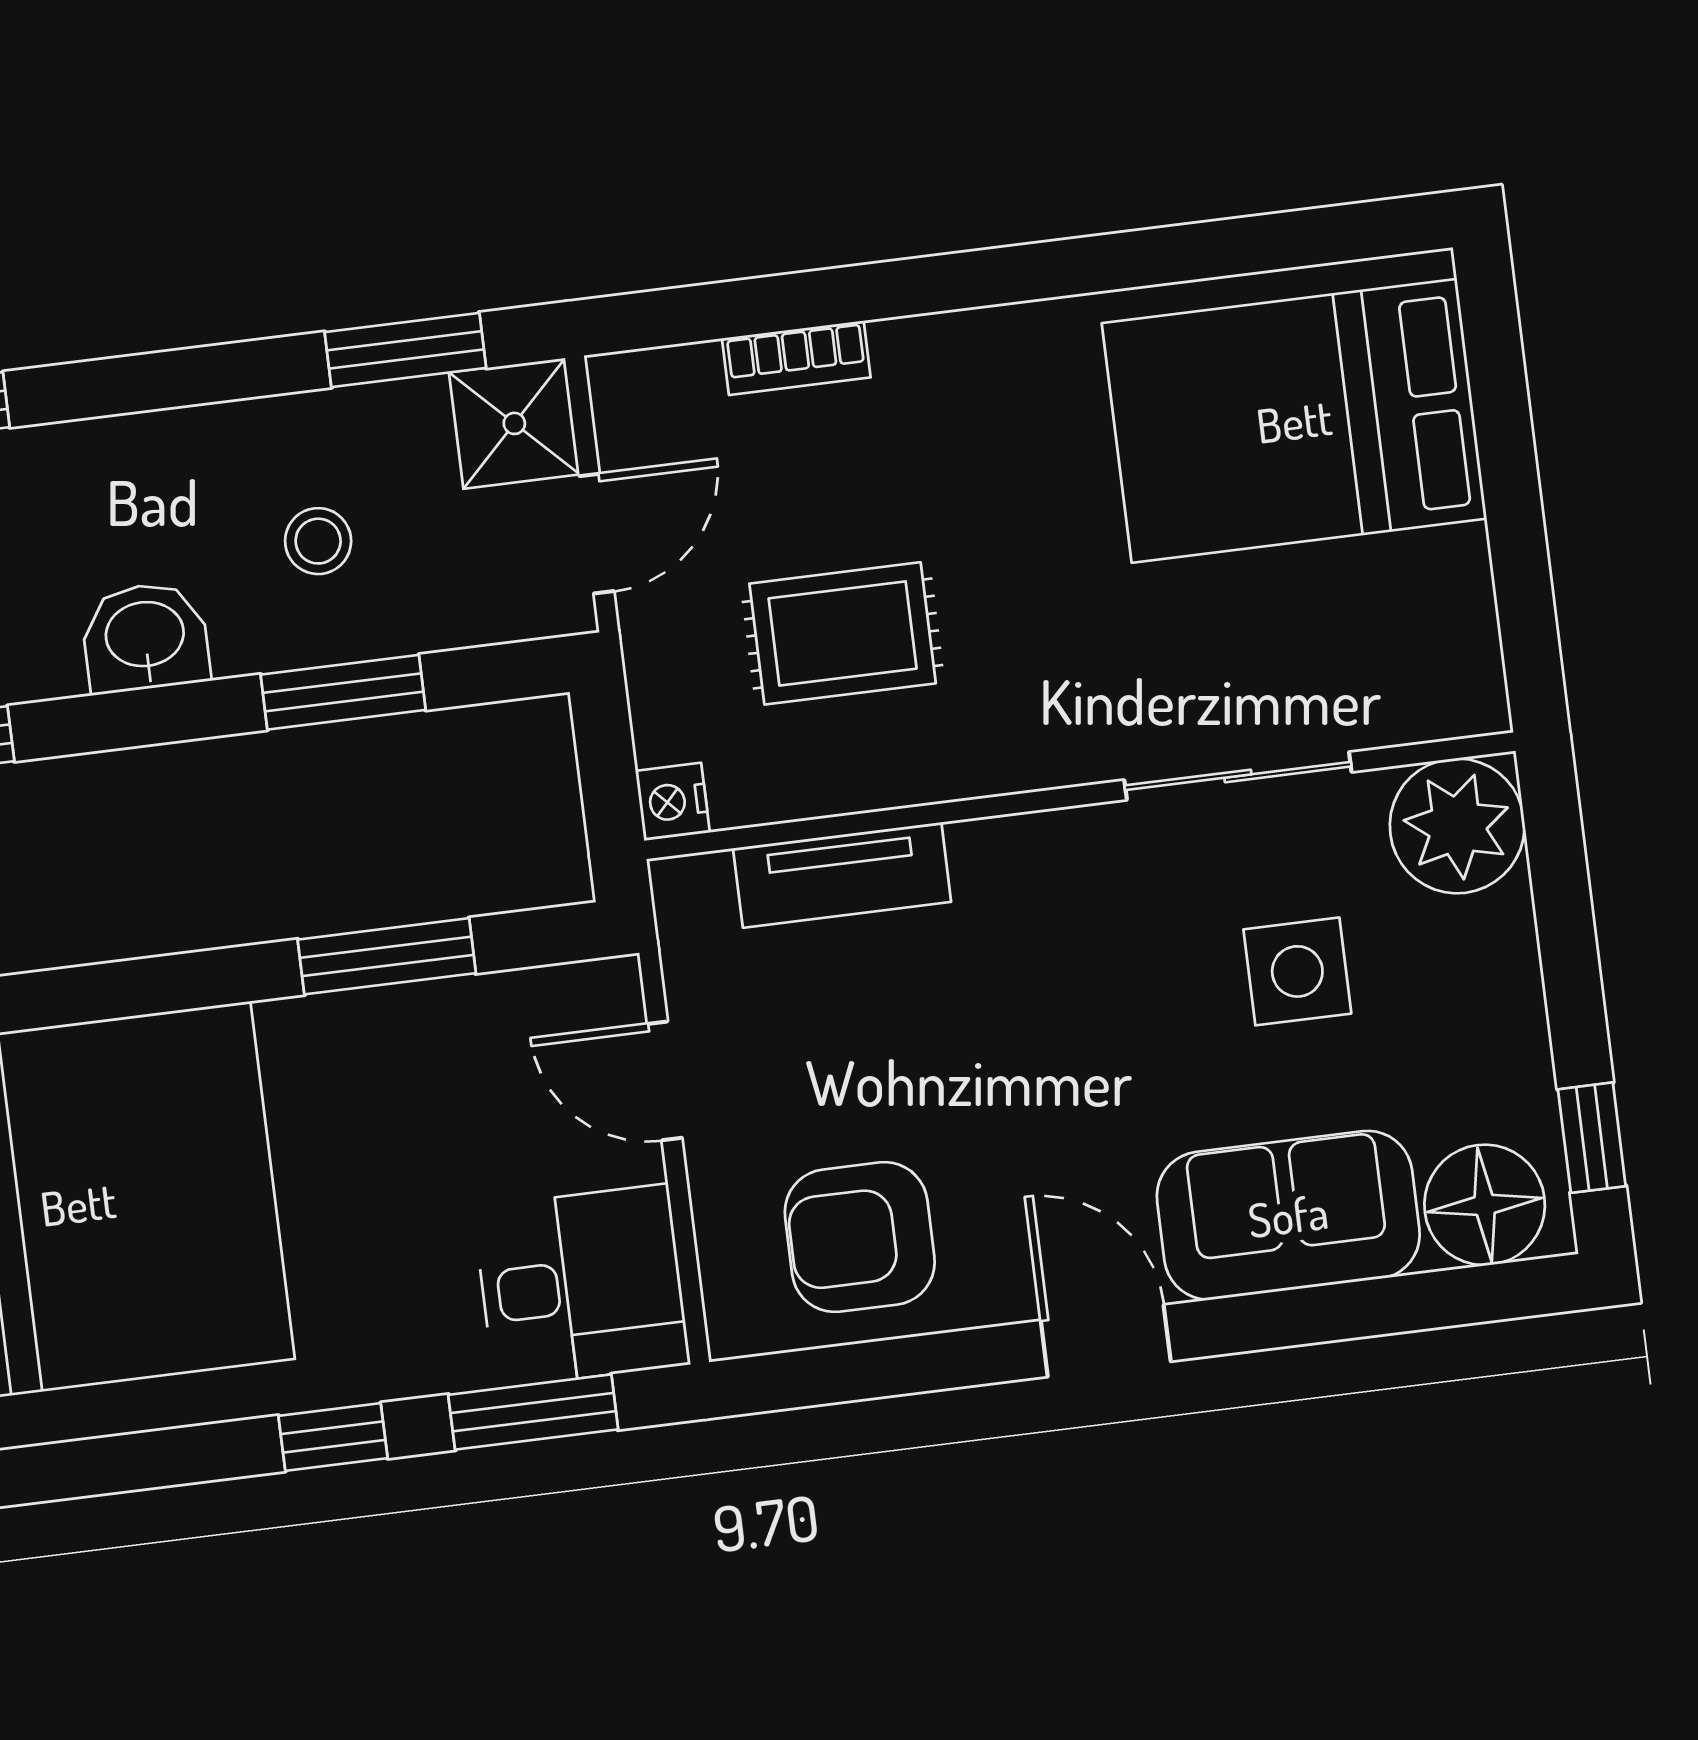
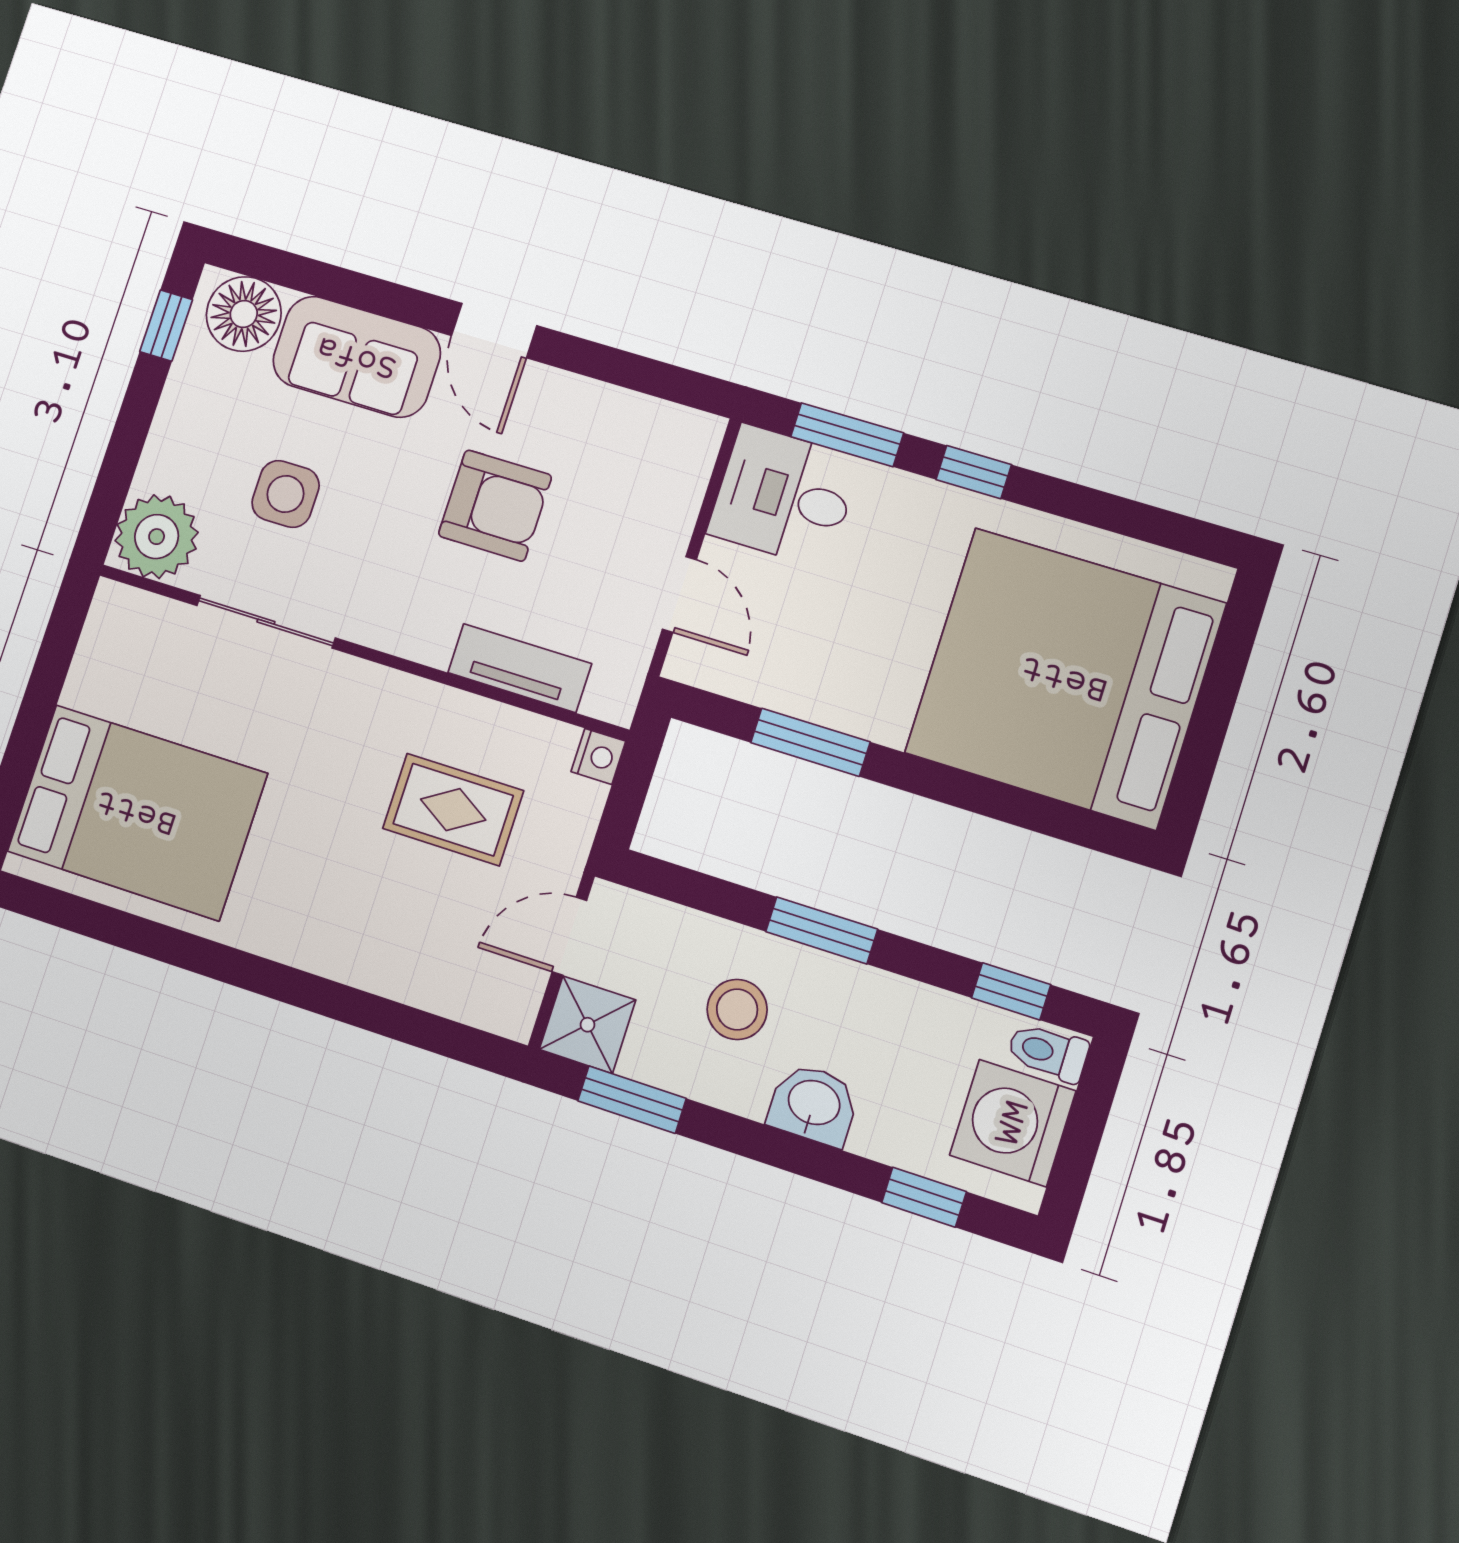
bookcase: (796, 358) -> (404, 985), removed
stool: (318, 541) -> (737, 1010), width x1.37, depth x1.37
washbasin: (145, 637) -> (813, 1104), moved, turned 180
window: (343, 692) -> (822, 930), moved
armchair: (860, 1237) -> (495, 506), moved

